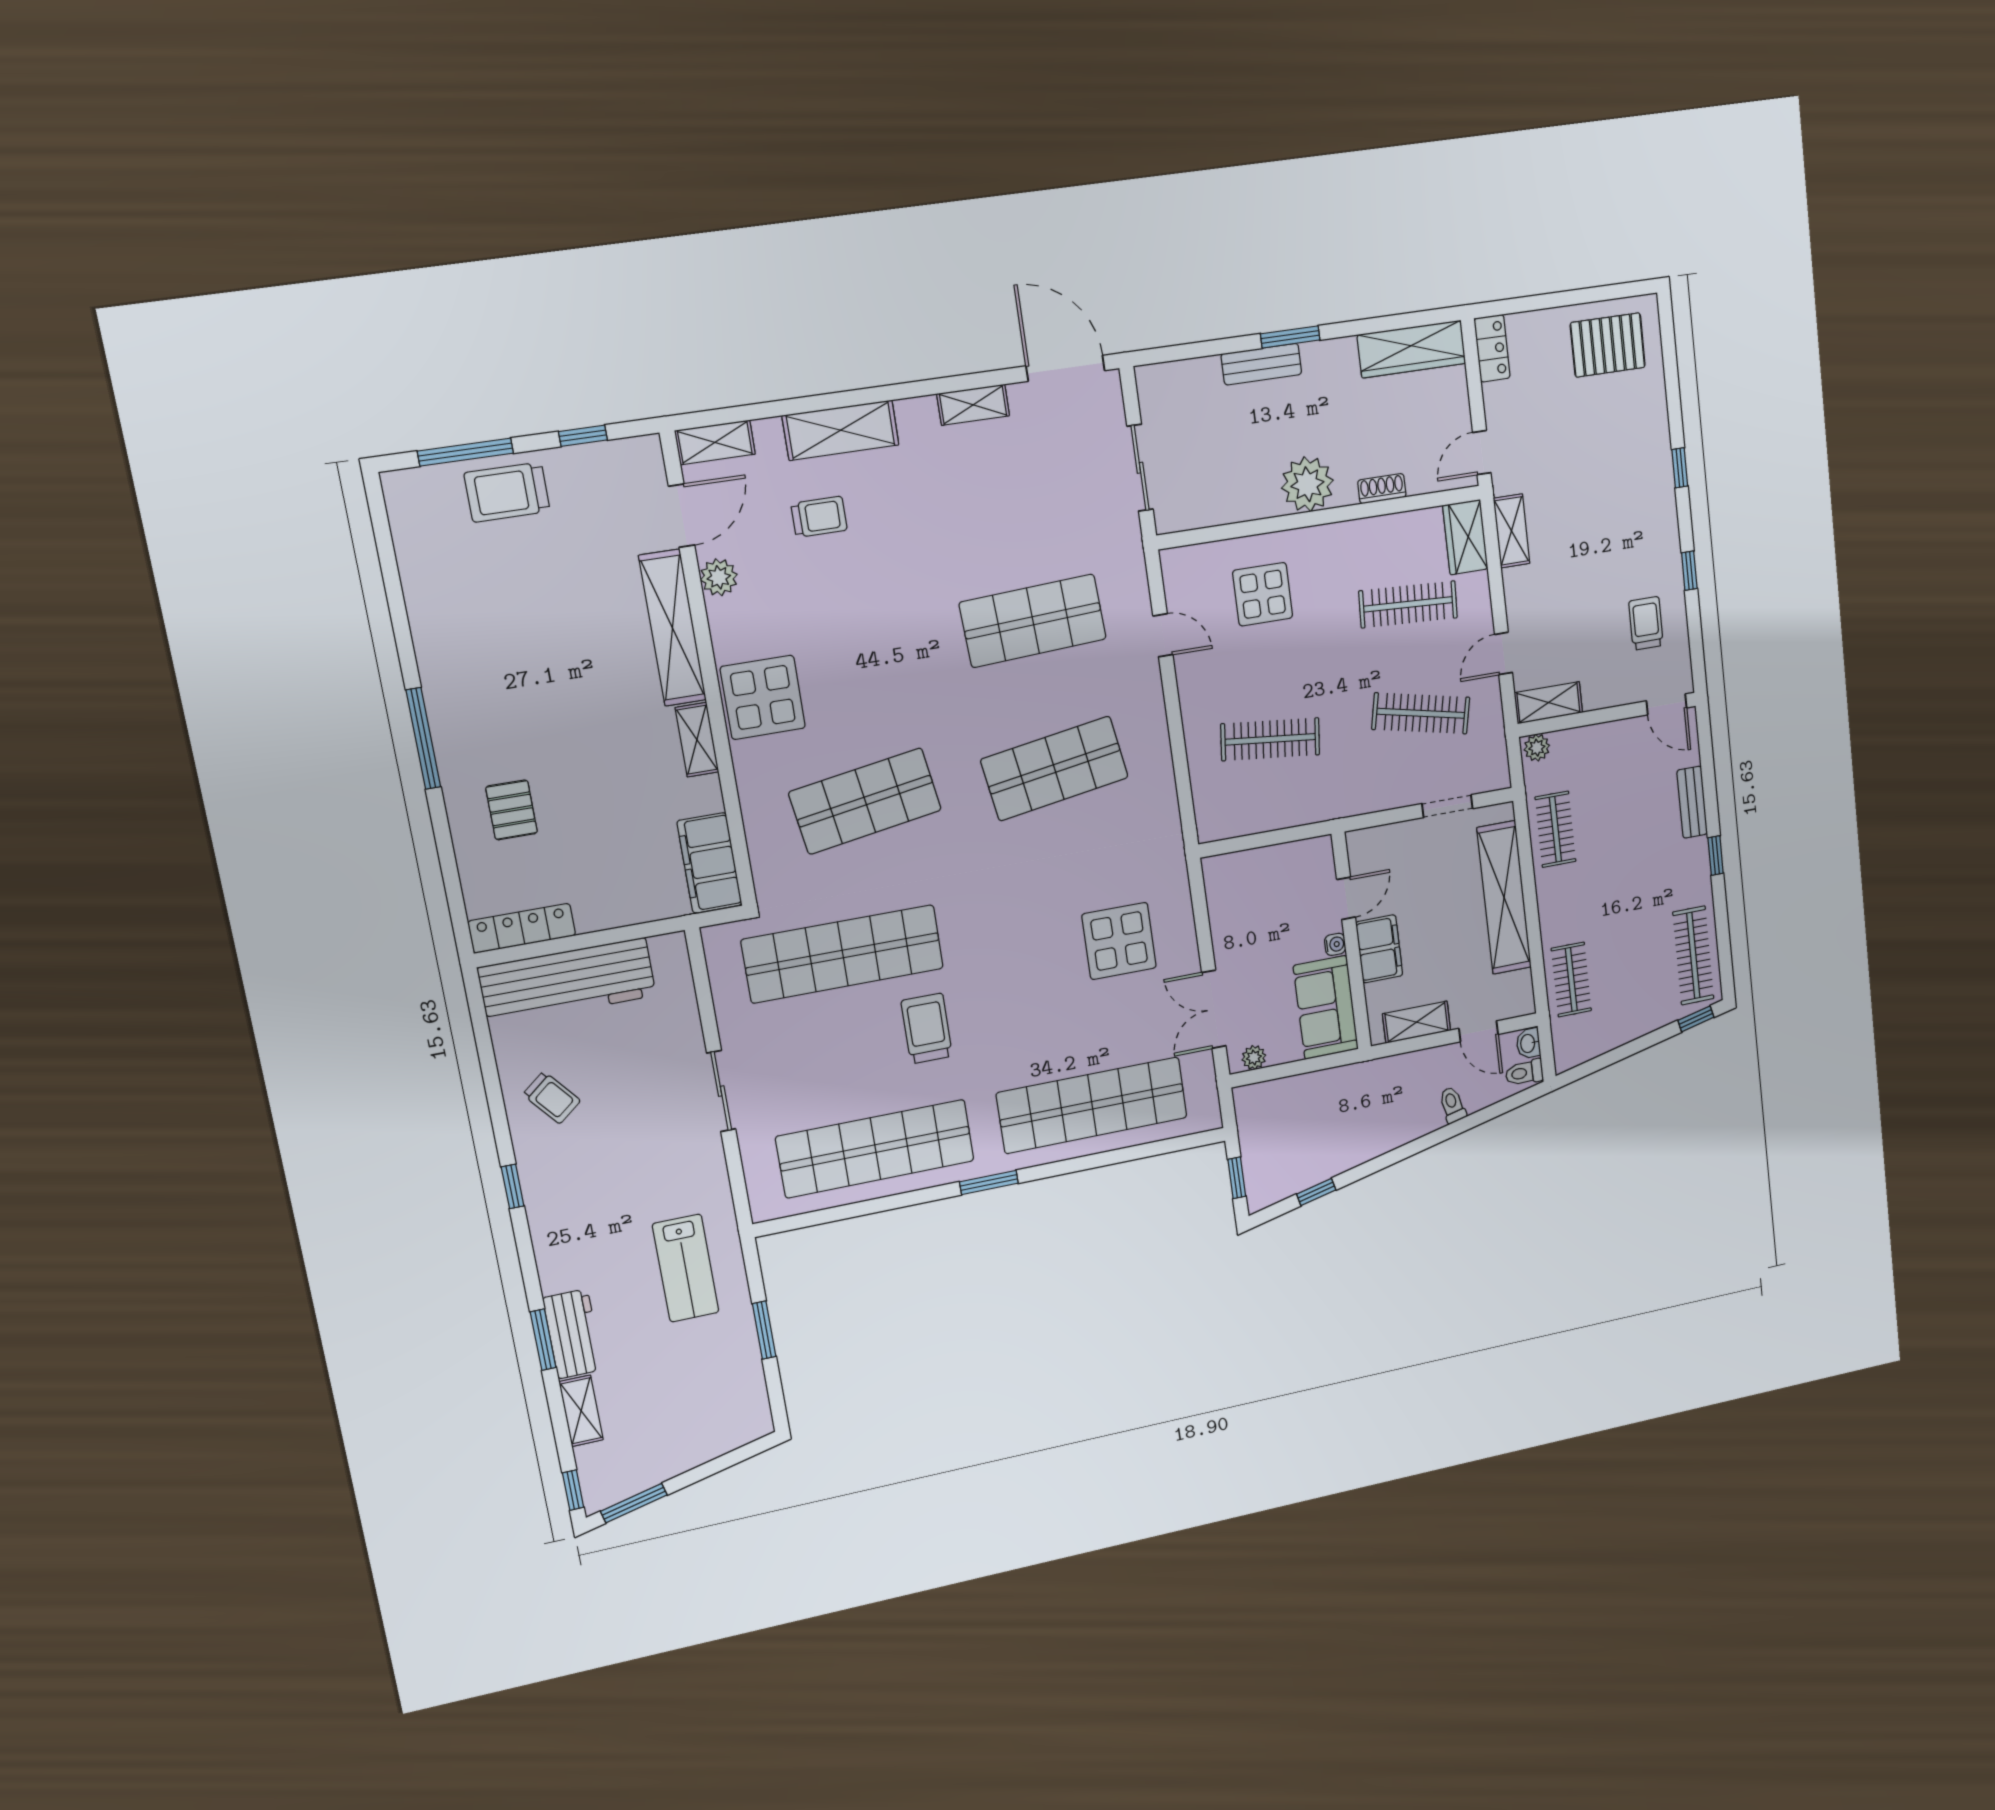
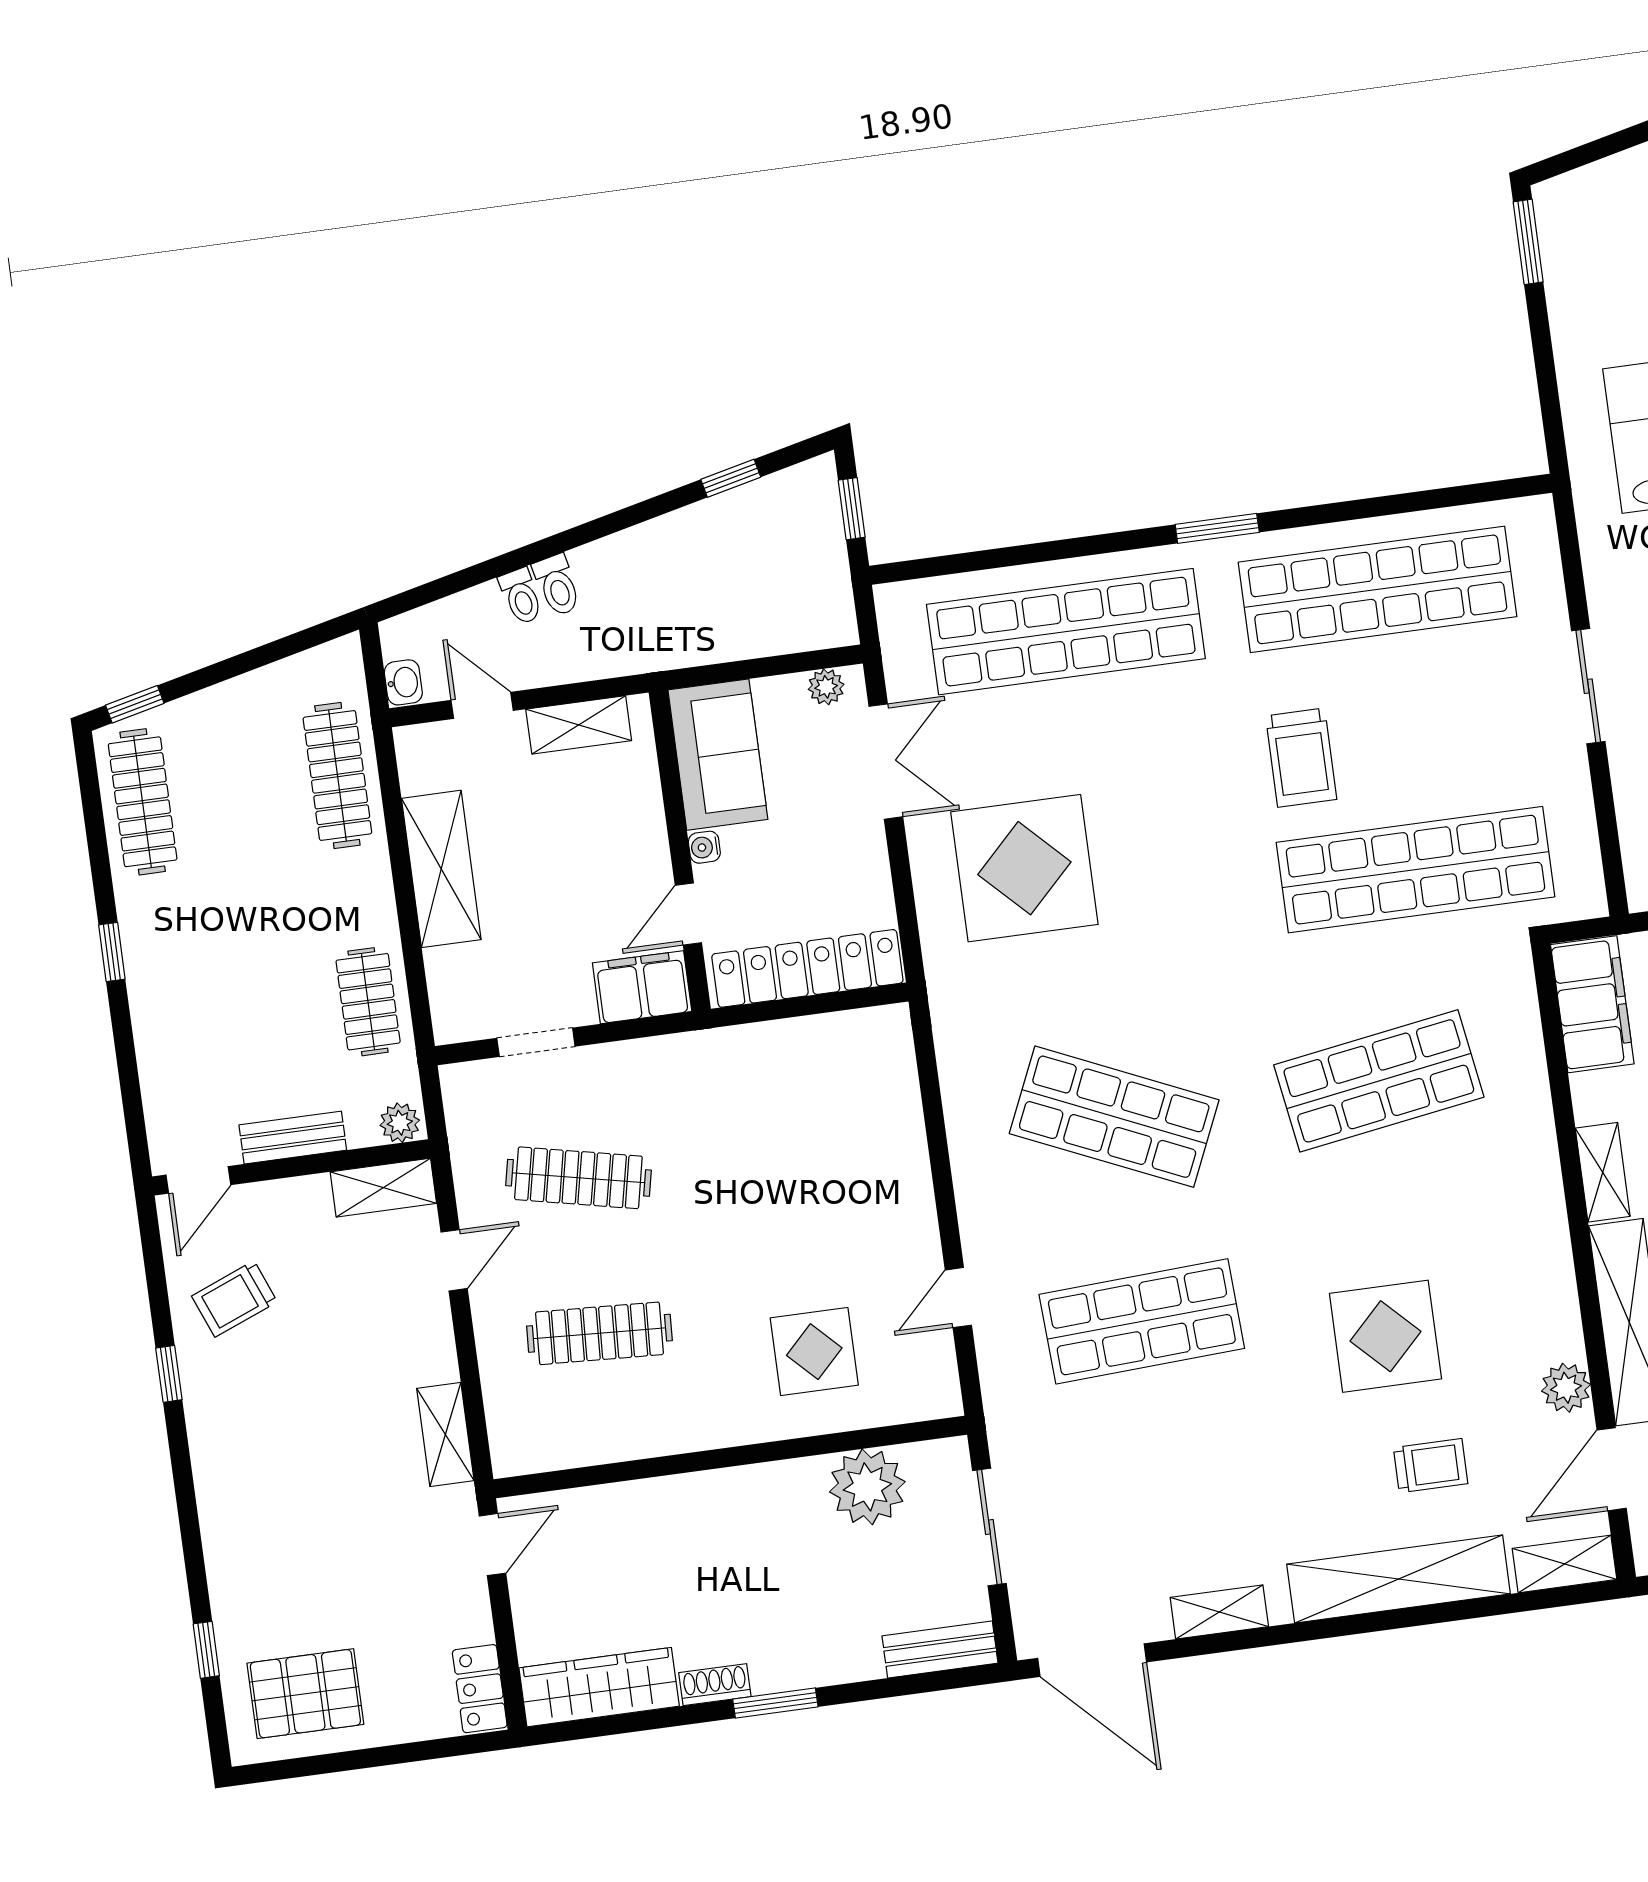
bench: (1261, 364) -> (940, 1650), moved
shelving: (841, 430) -> (1399, 1579), width x1.47
window: (1680, 468) -> (206, 1650), moved
plant: (1307, 484) -> (867, 1487), moved
shoe rack: (1382, 489) -> (715, 1685), moved, turned 180
trolley: (819, 517) -> (1431, 1466), turned 180
wardrobe: (1465, 537) -> (515, 1426), removed
trolley: (1646, 623) -> (234, 1299), turned 68
door: (1163, 635) -> (958, 1298), hinge flipped
display table: (763, 697) -> (1385, 1336), moved
door: (1666, 704) -> (198, 1180), swing flipped
clothes rail: (1270, 739) -> (803, 1148), removed
shop shelf: (1055, 768) -> (1114, 1117), turned 33
bench: (1692, 802) -> (293, 1138), moved, turned 90
locker: (1267, 865) -> (807, 968), added
shelving: (1504, 898) -> (441, 869), width x0.68
display table: (1119, 941) -> (1024, 868), width x1.36, depth x1.36
filing cabinet: (1379, 949) -> (642, 987), moved, turned 90
clothes rail: (1571, 980) -> (337, 775), width x1.36
toilet: (1524, 1073) -> (557, 585), moved, turned 77
window: (764, 1330) -> (1528, 242), moved

